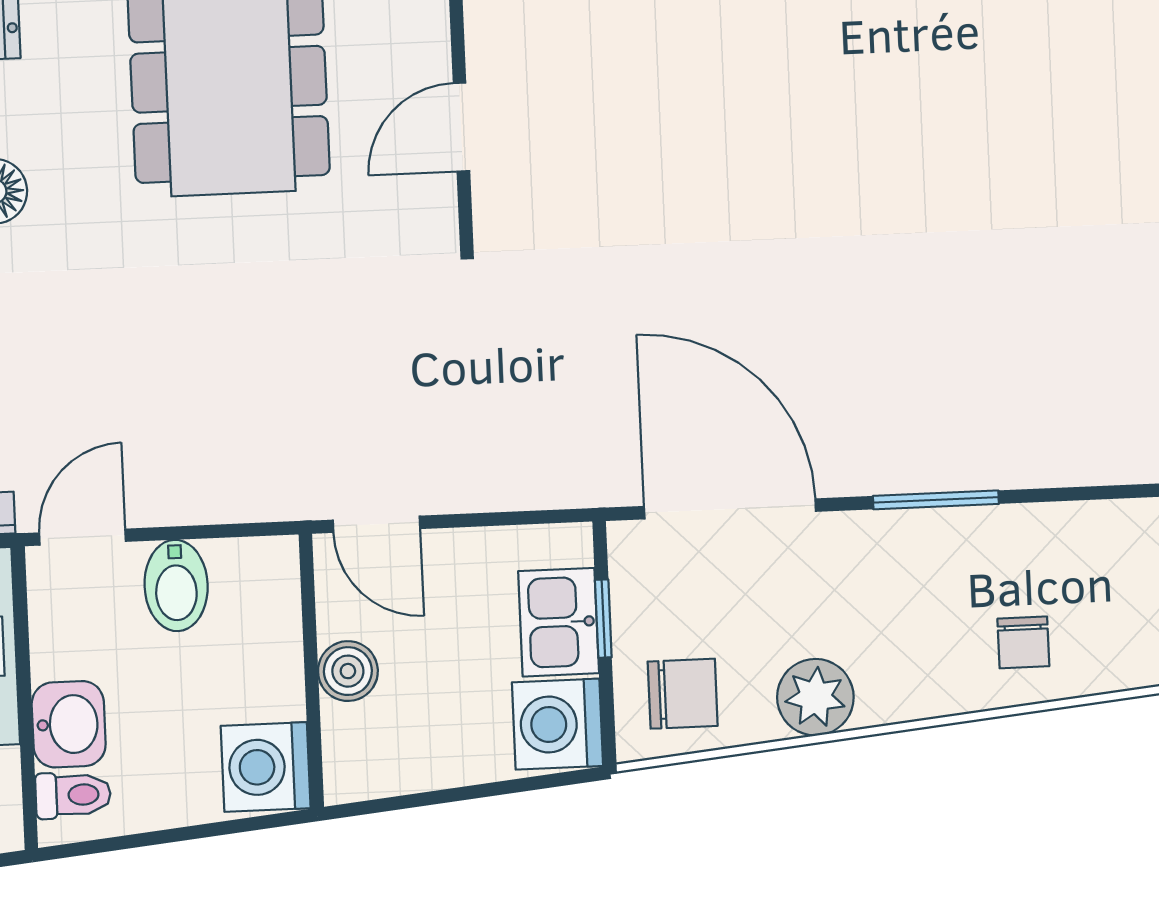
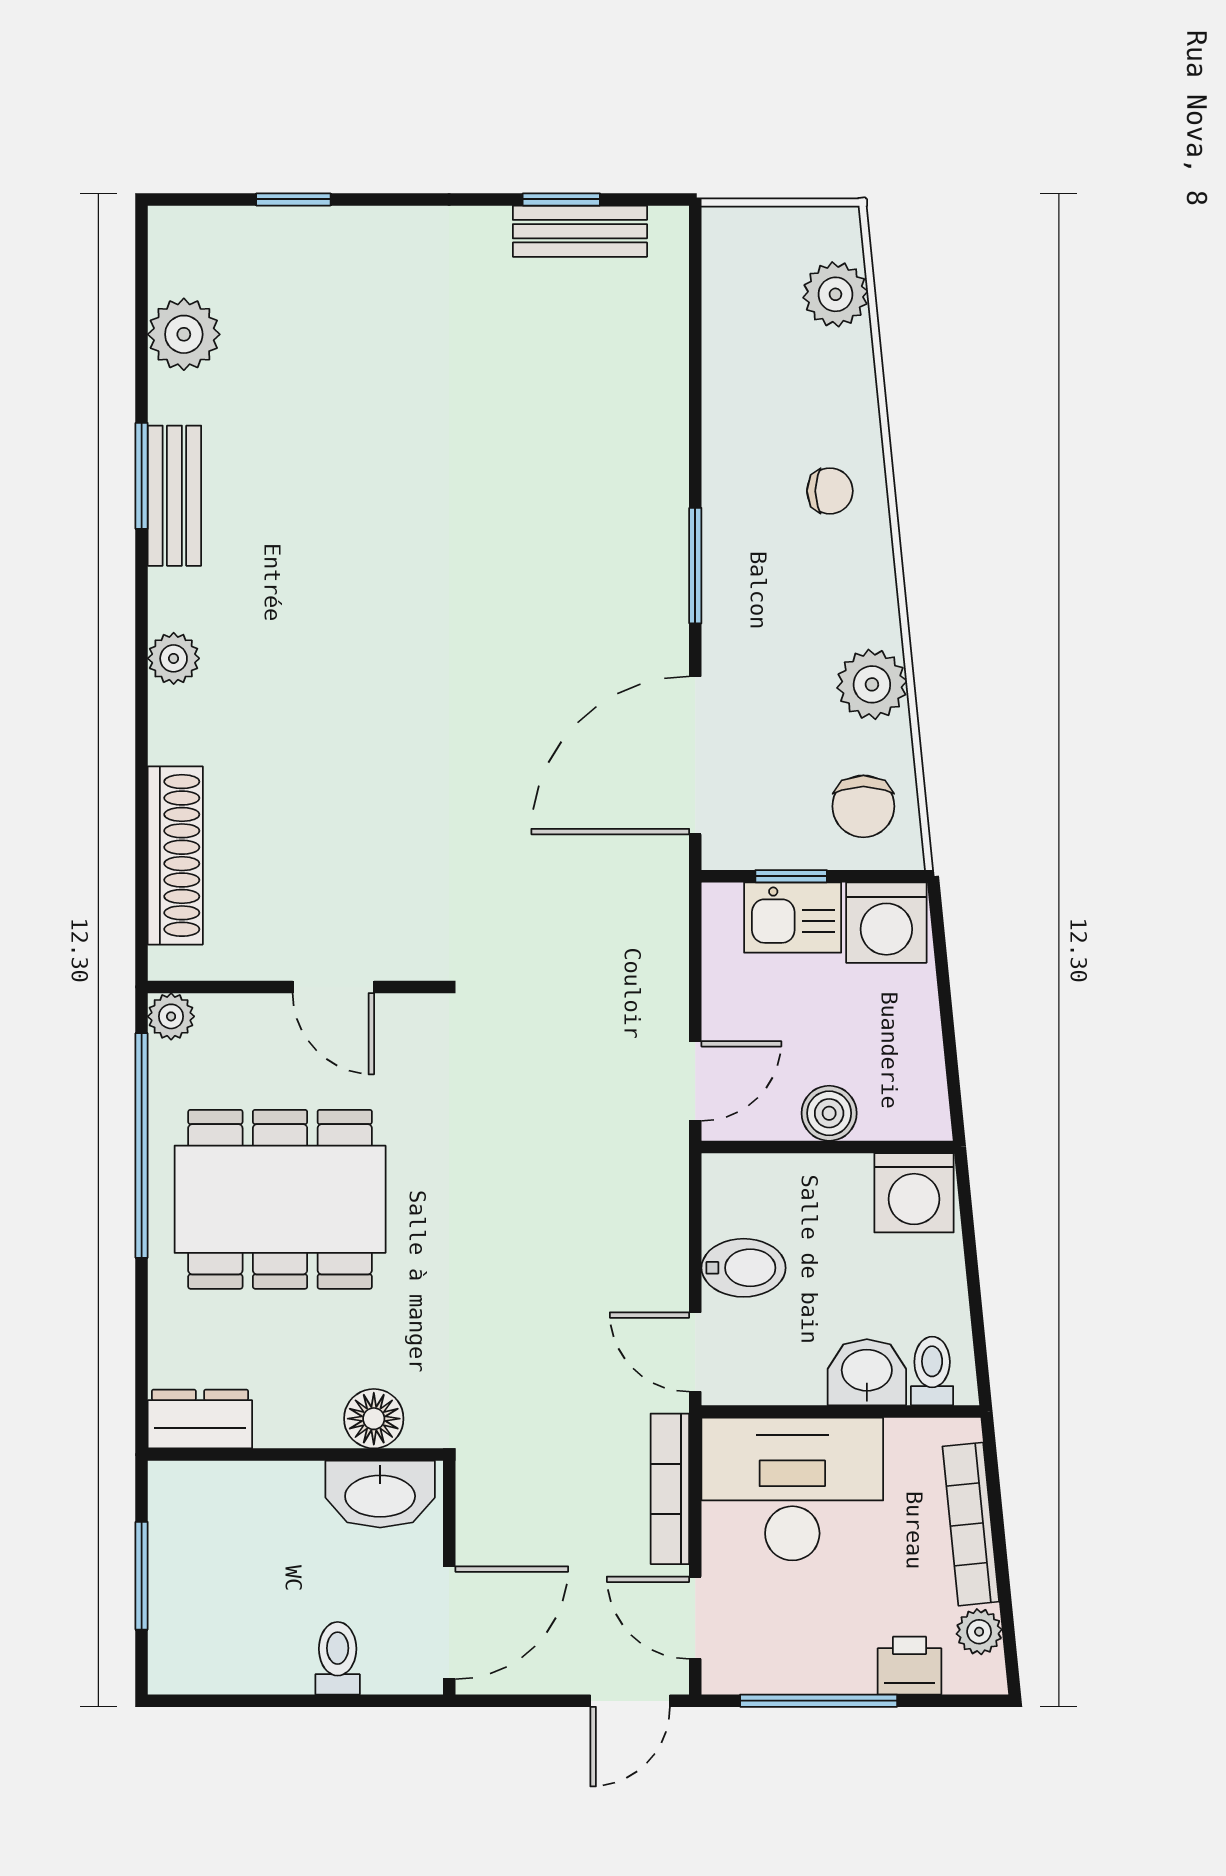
chair: (683, 694) -> (863, 806), turned 180

